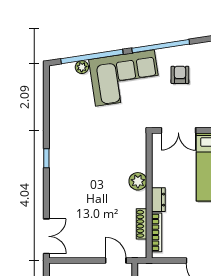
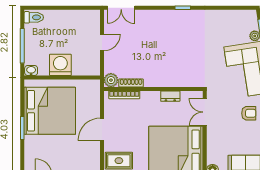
plant: (138, 181) -> (111, 80), moved
dresser: (158, 200) -> (170, 96), moved
door: (116, 260) -> (102, 42), moved

